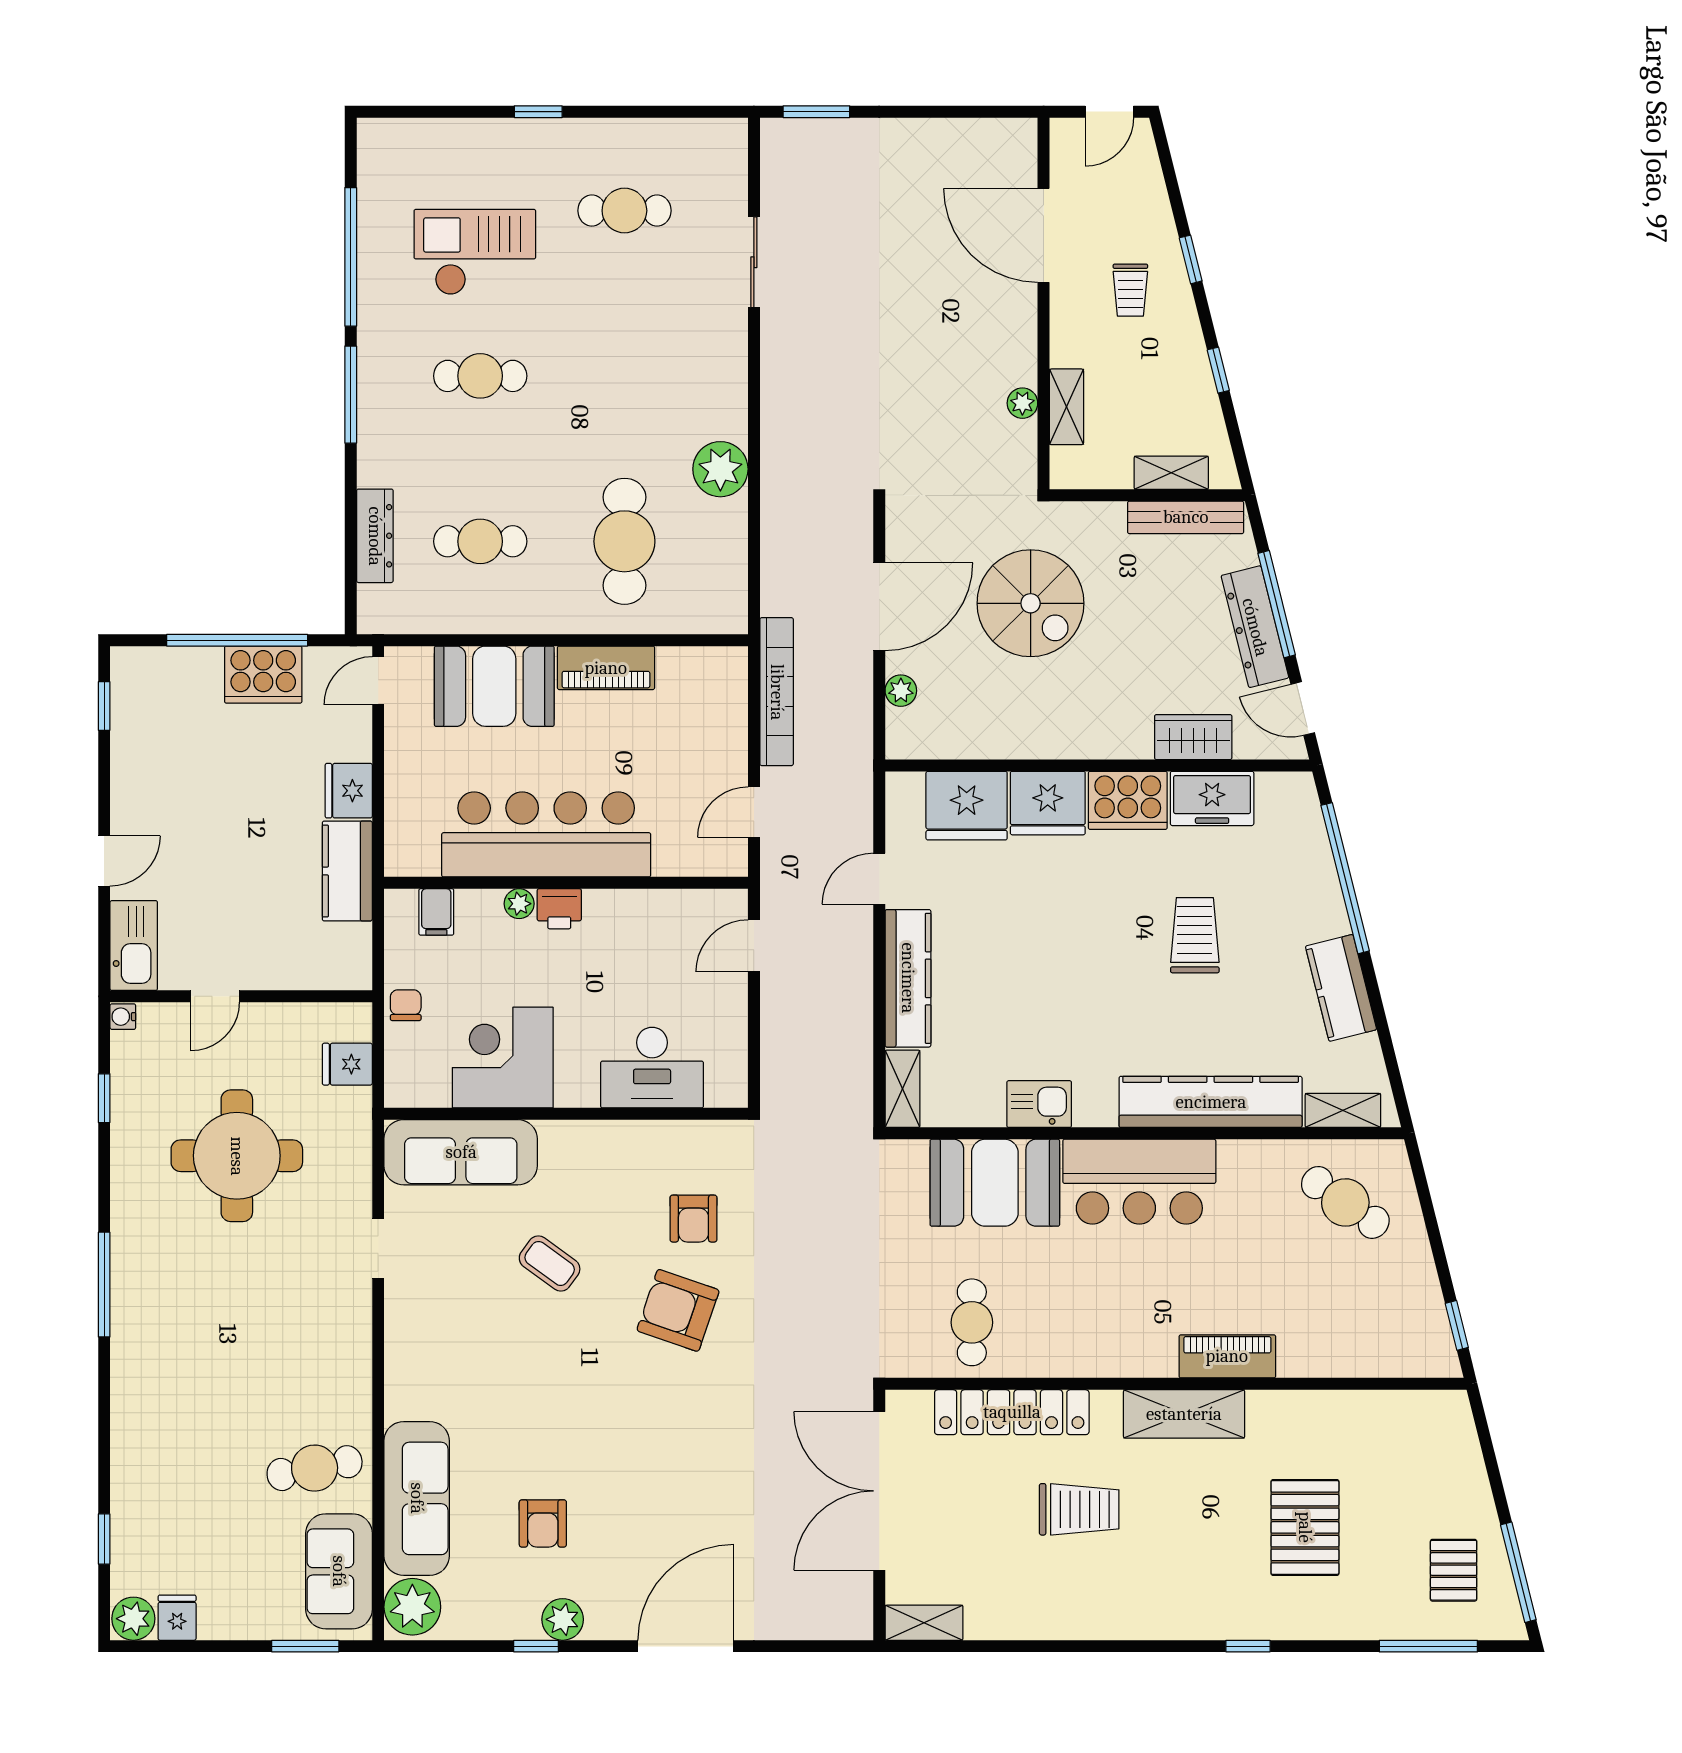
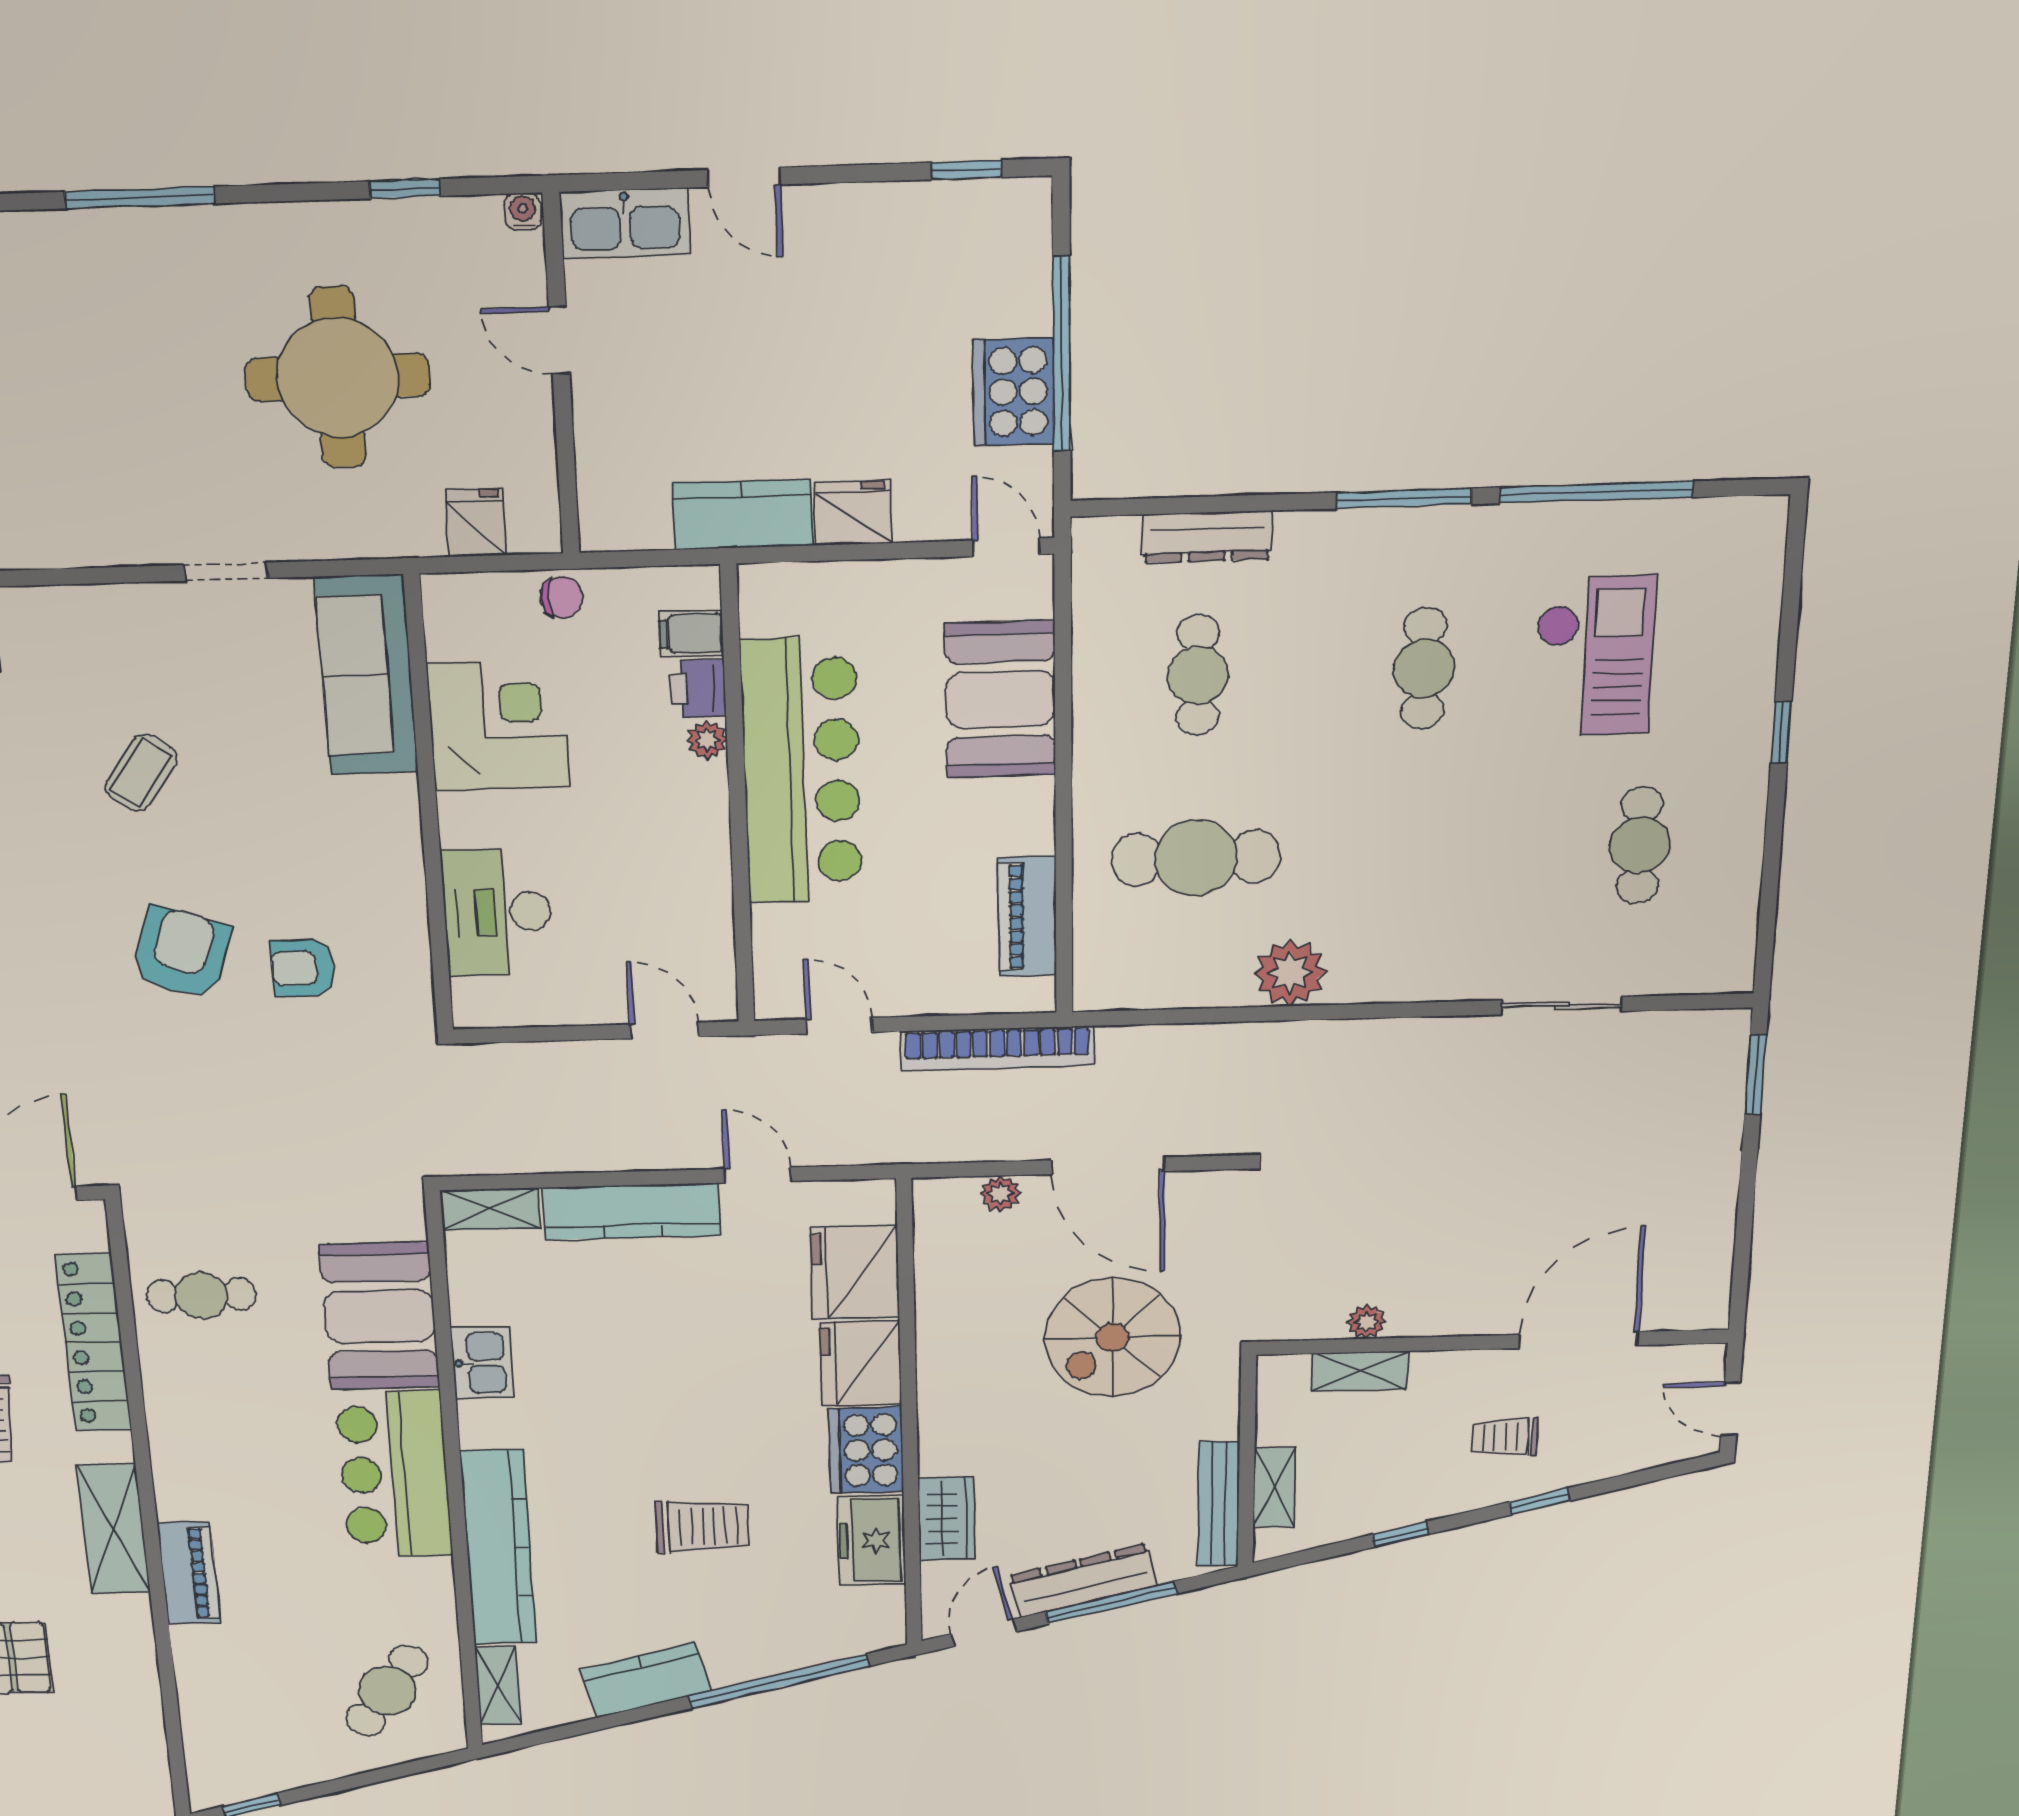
piano: (606, 668) -> (1027, 917), moved
printer: (559, 909) -> (698, 689), moved
coffee table: (550, 1263) -> (141, 773), moved

